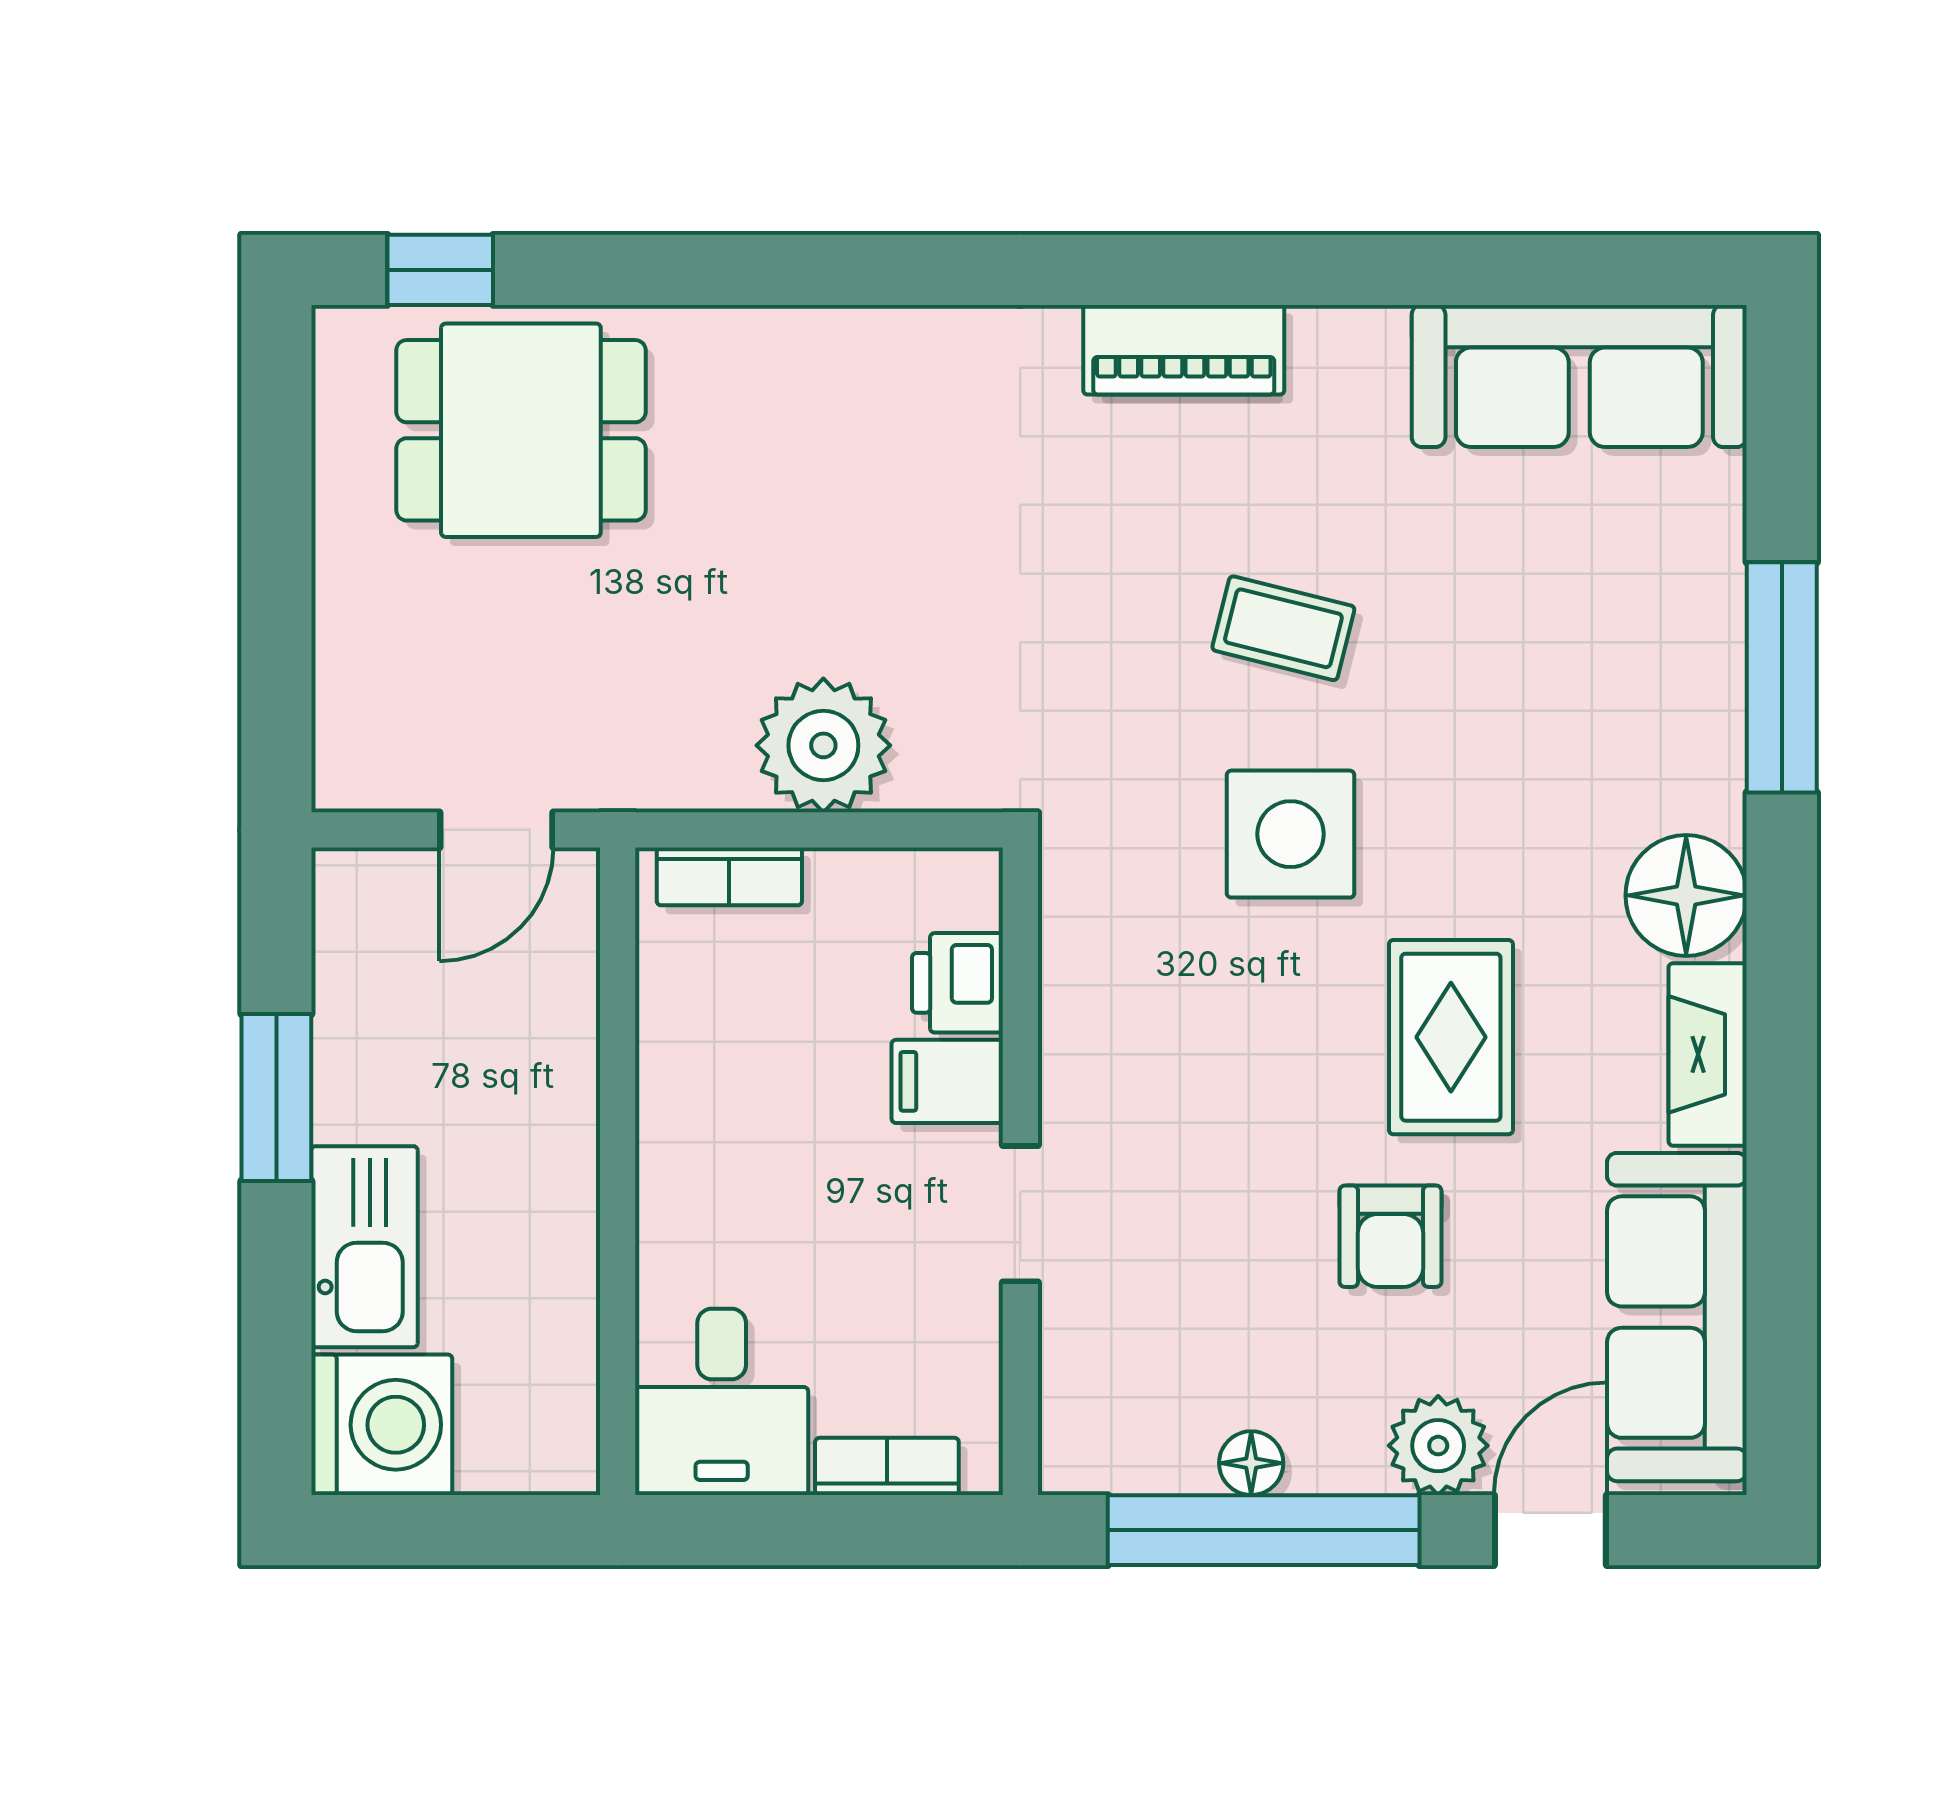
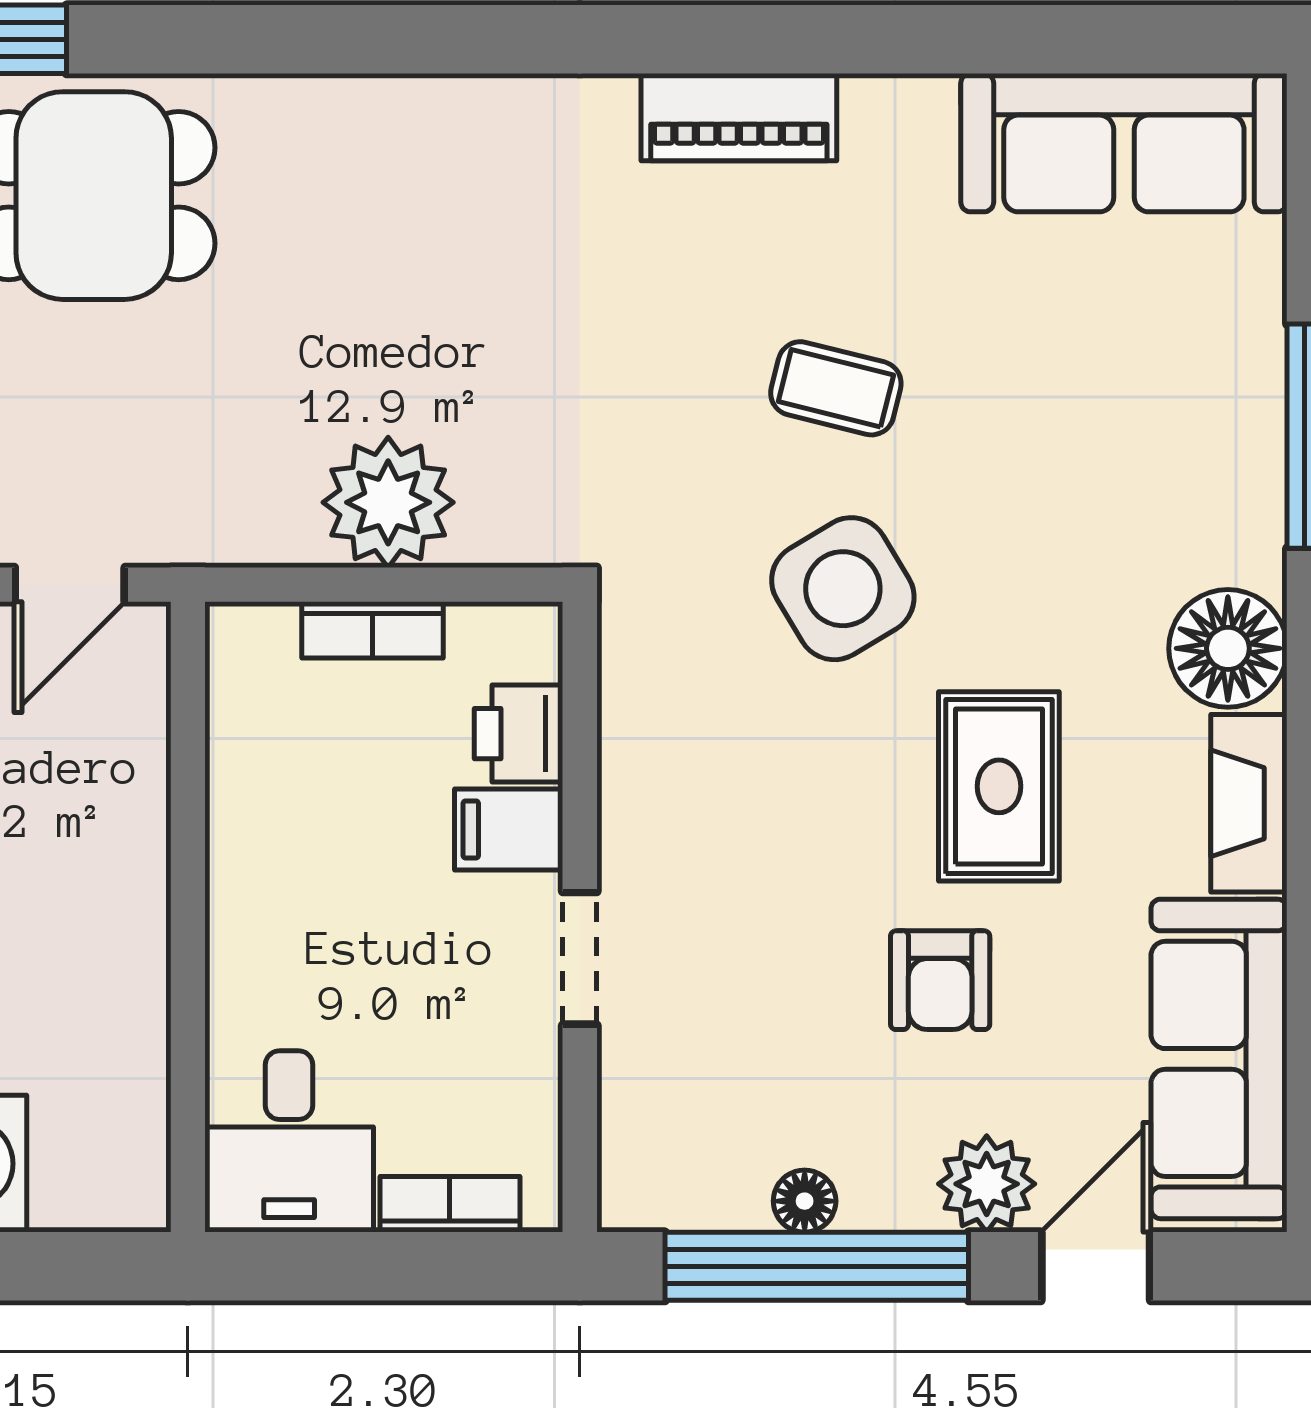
side table: (1291, 834) -> (843, 589), turned -31
bookcase: (729, 876) -> (373, 630), moved

